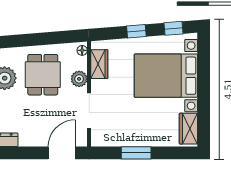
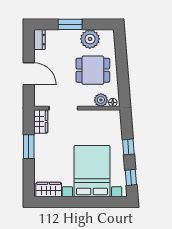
wardrobe: (99, 64) -> (41, 122), moved, turned -90
plant: (79, 79) -> (101, 100), moved
door: (62, 153) -> (29, 74), moved

